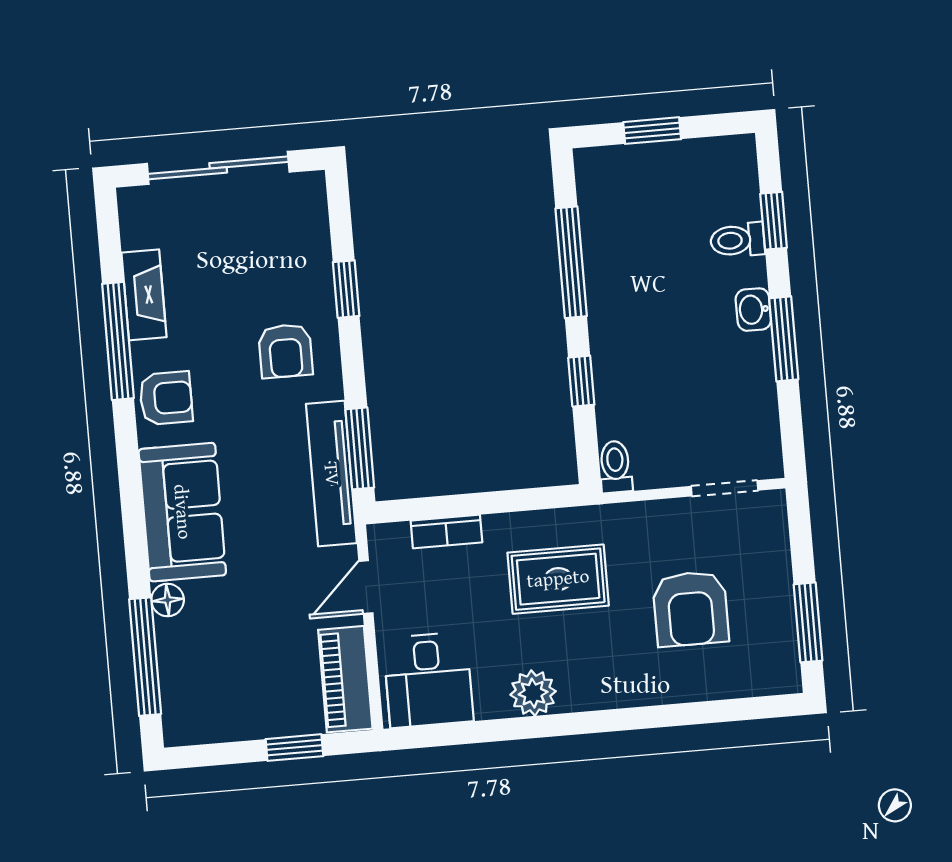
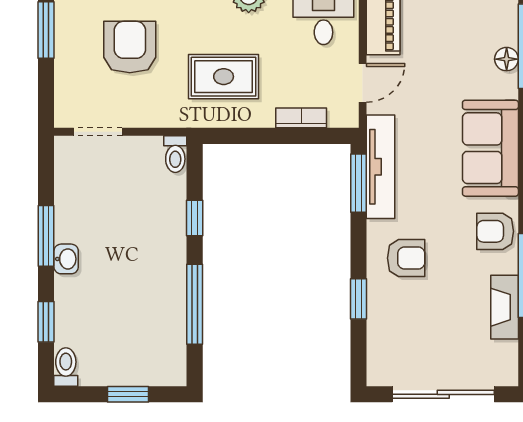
toilet: (737, 240) -> (66, 367), moved, turned -90
armchair: (285, 351) -> (406, 258), turned 90
floor lamp: (168, 600) -> (507, 59), moved

